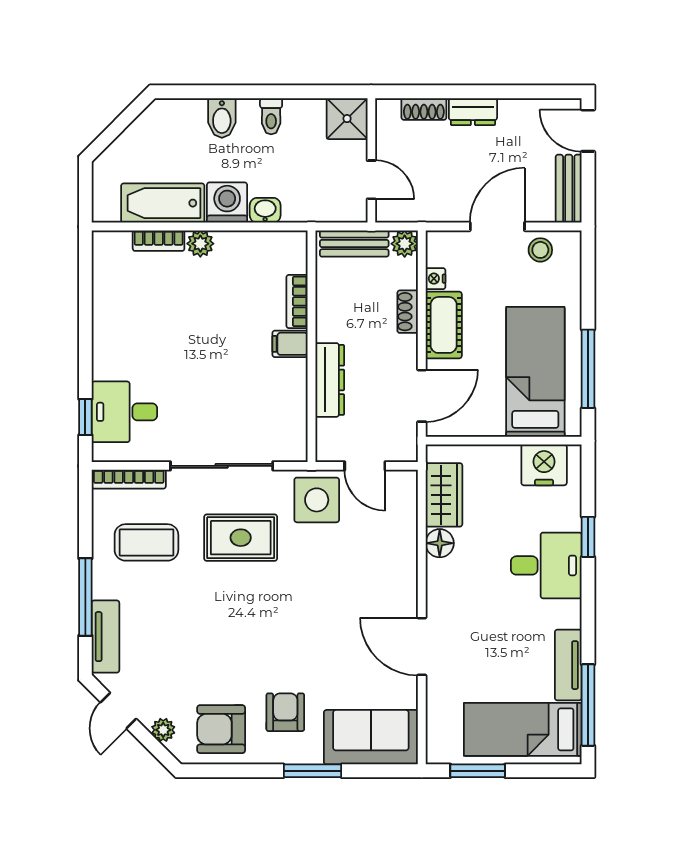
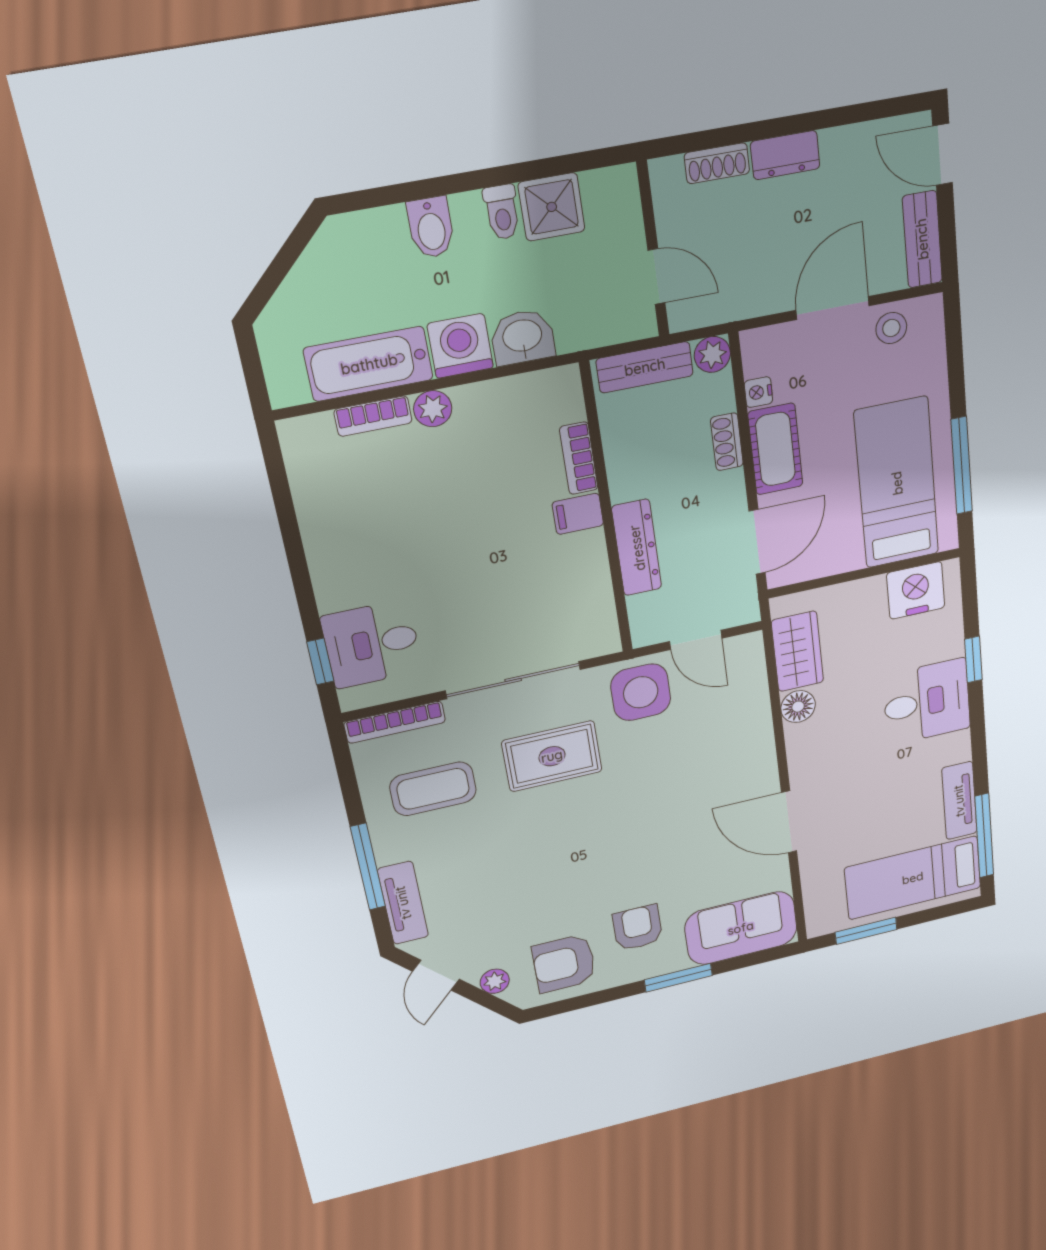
shower: (347, 119) -> (552, 207), moved
washbasin: (265, 210) -> (522, 337), width x1.38, depth x1.45

